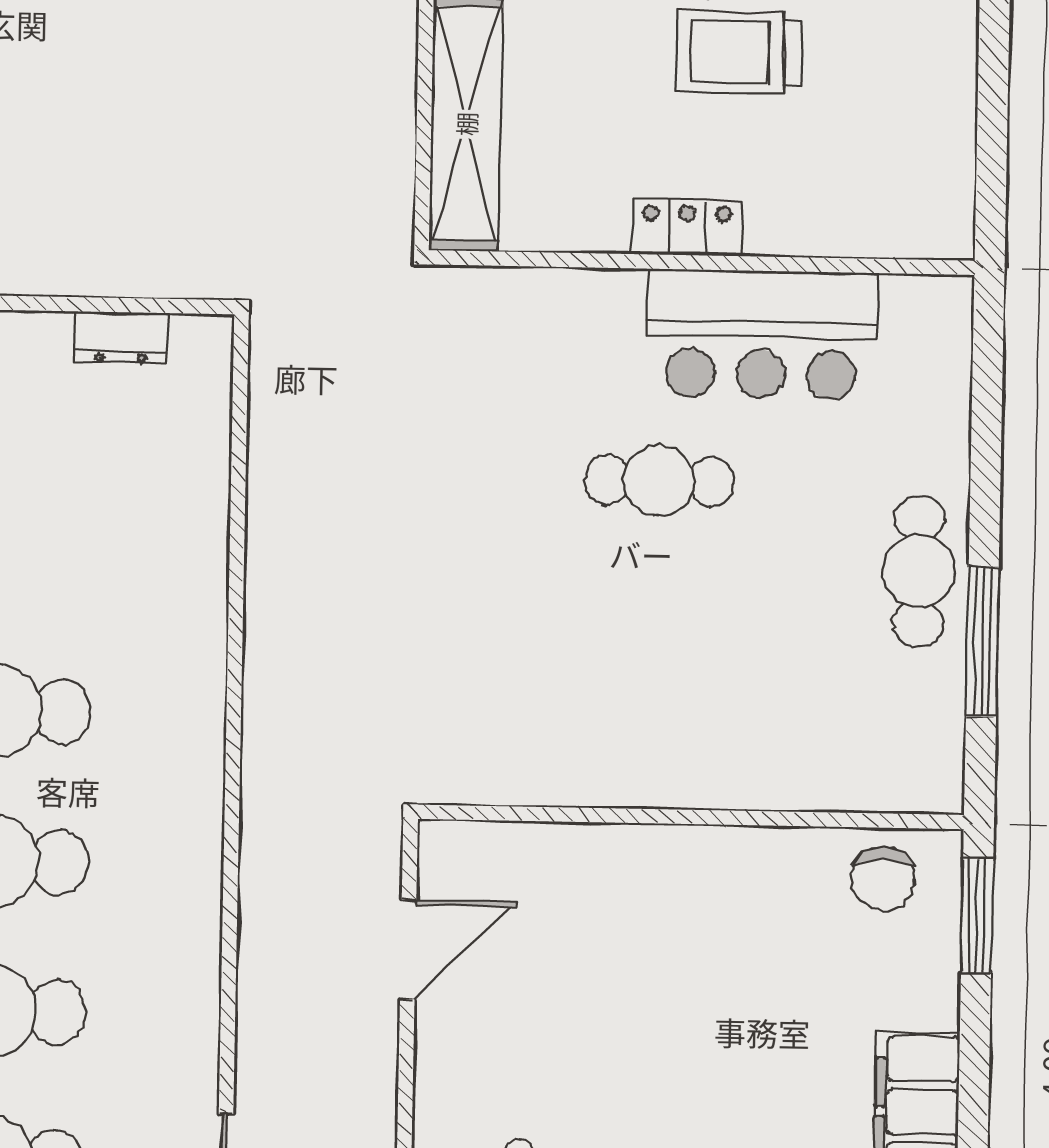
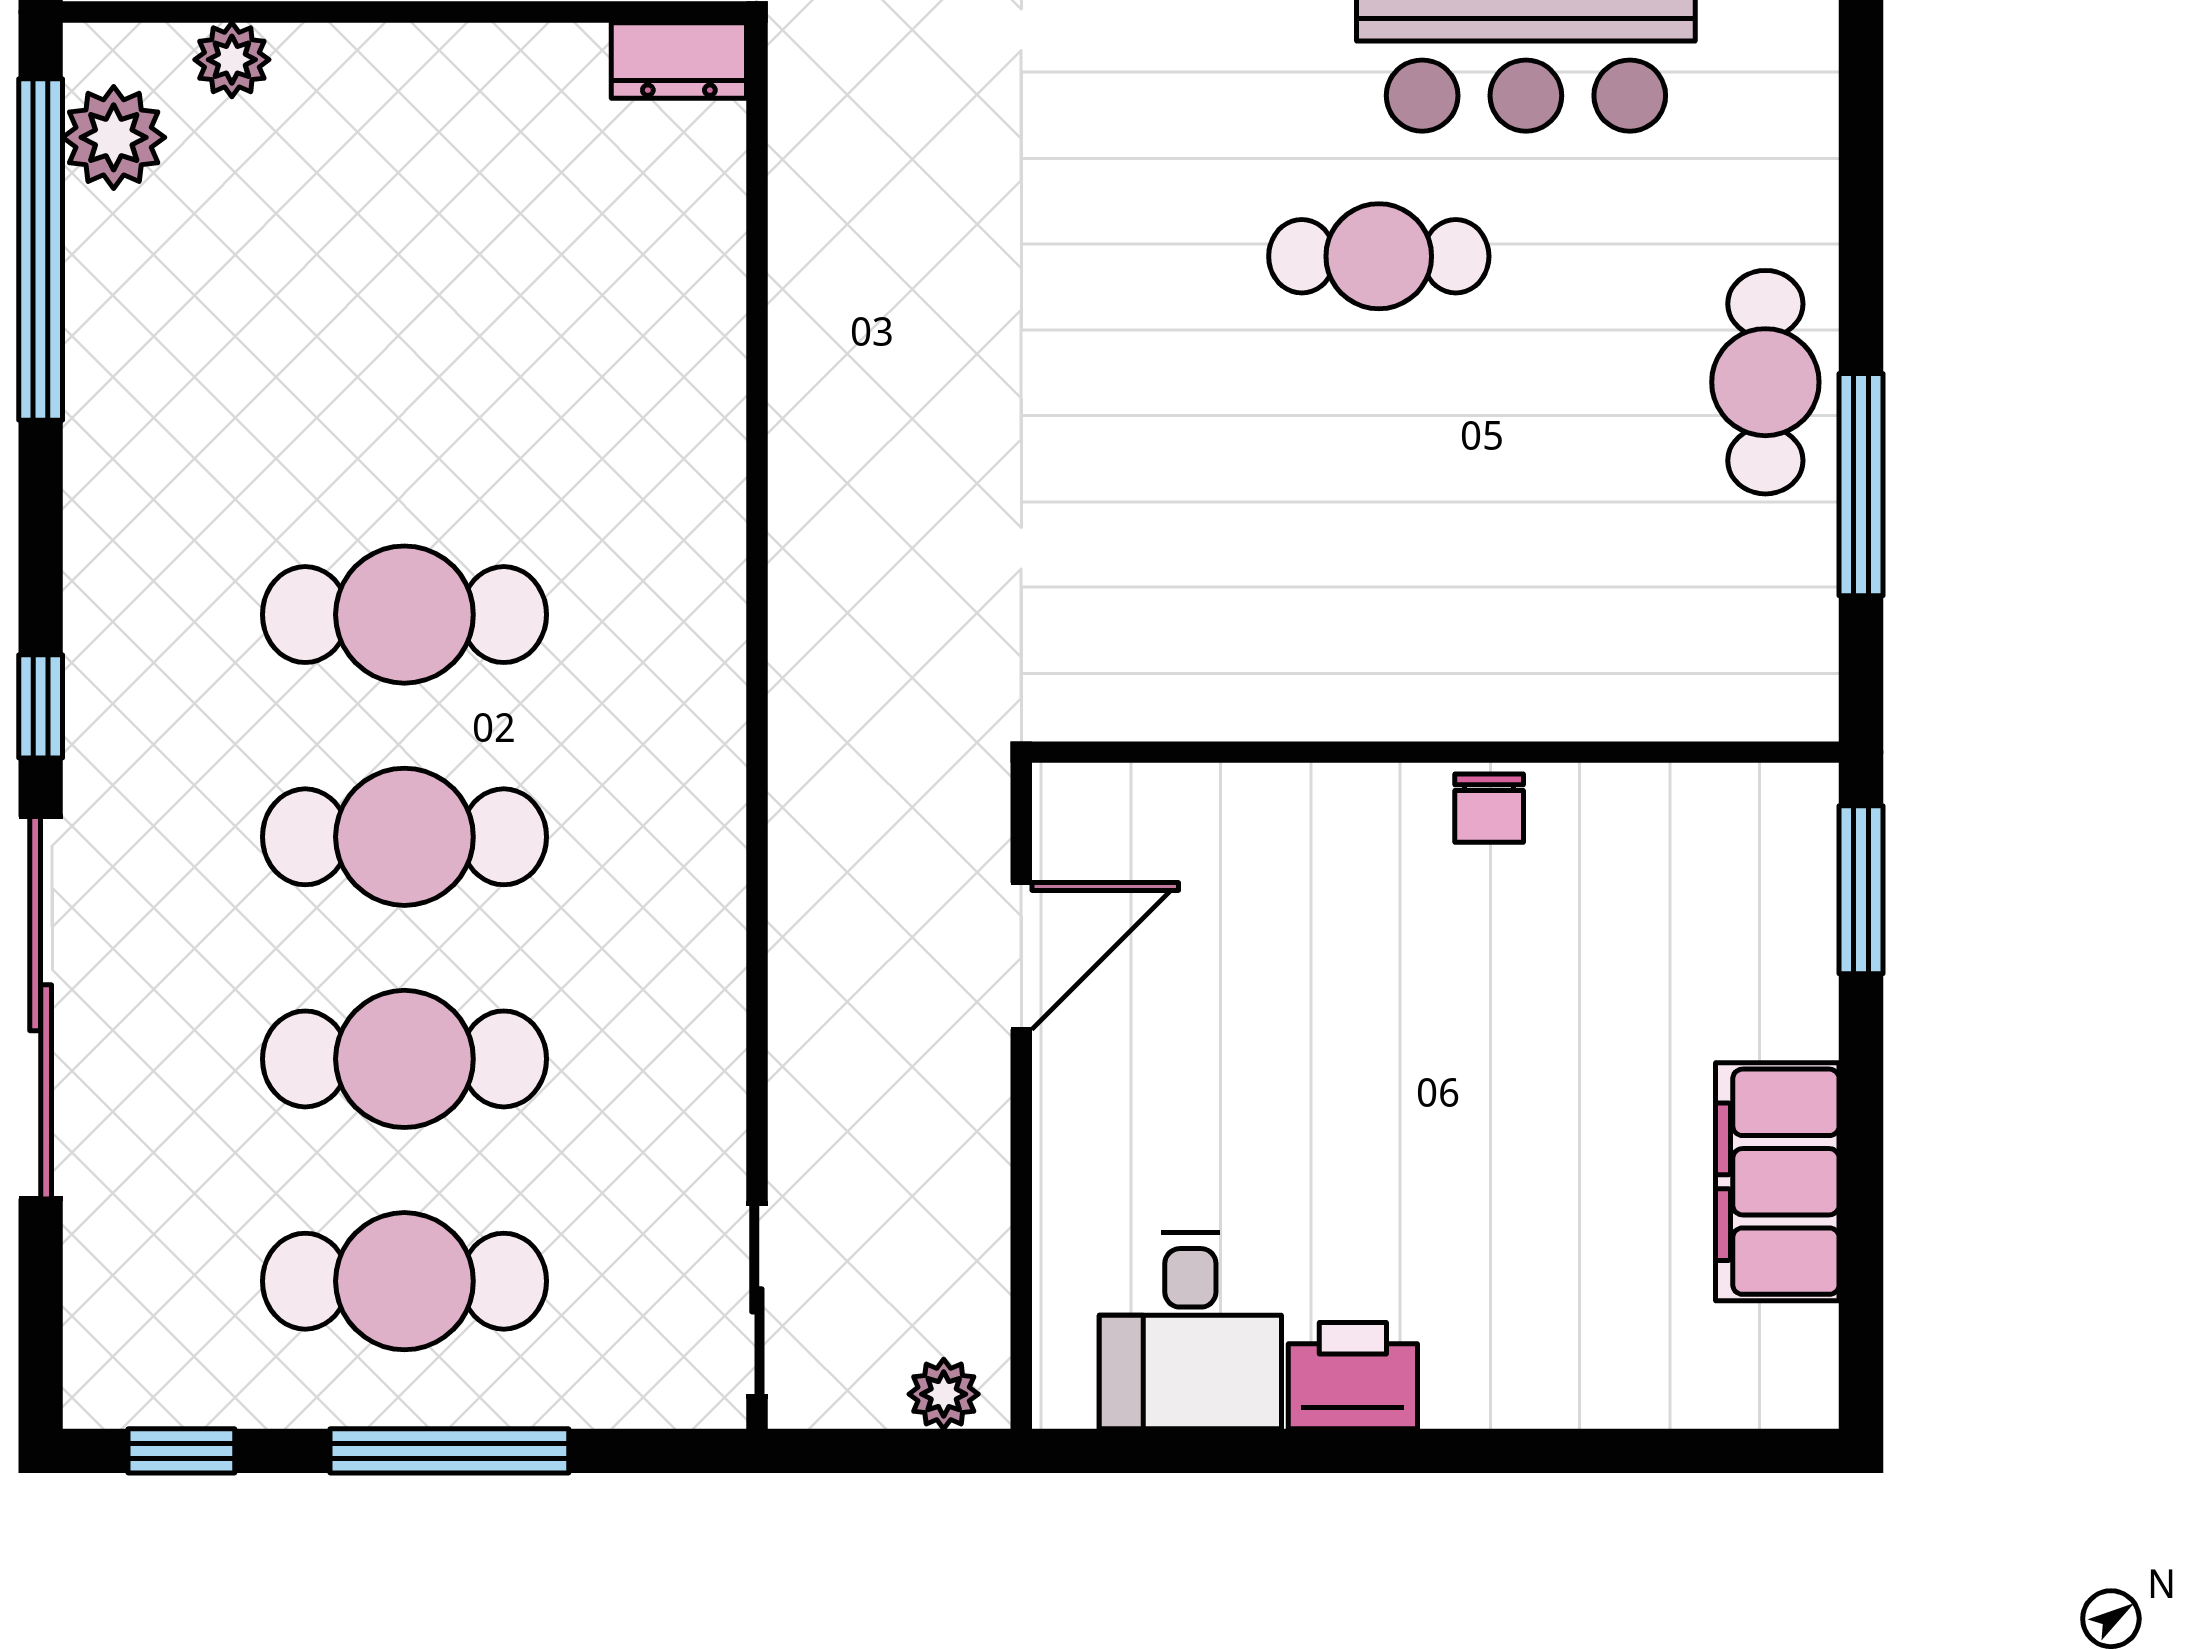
dresser: (121, 338) -> (679, 61), moved
chair: (883, 879) -> (1489, 808), moved, width x0.73, depth x0.73

